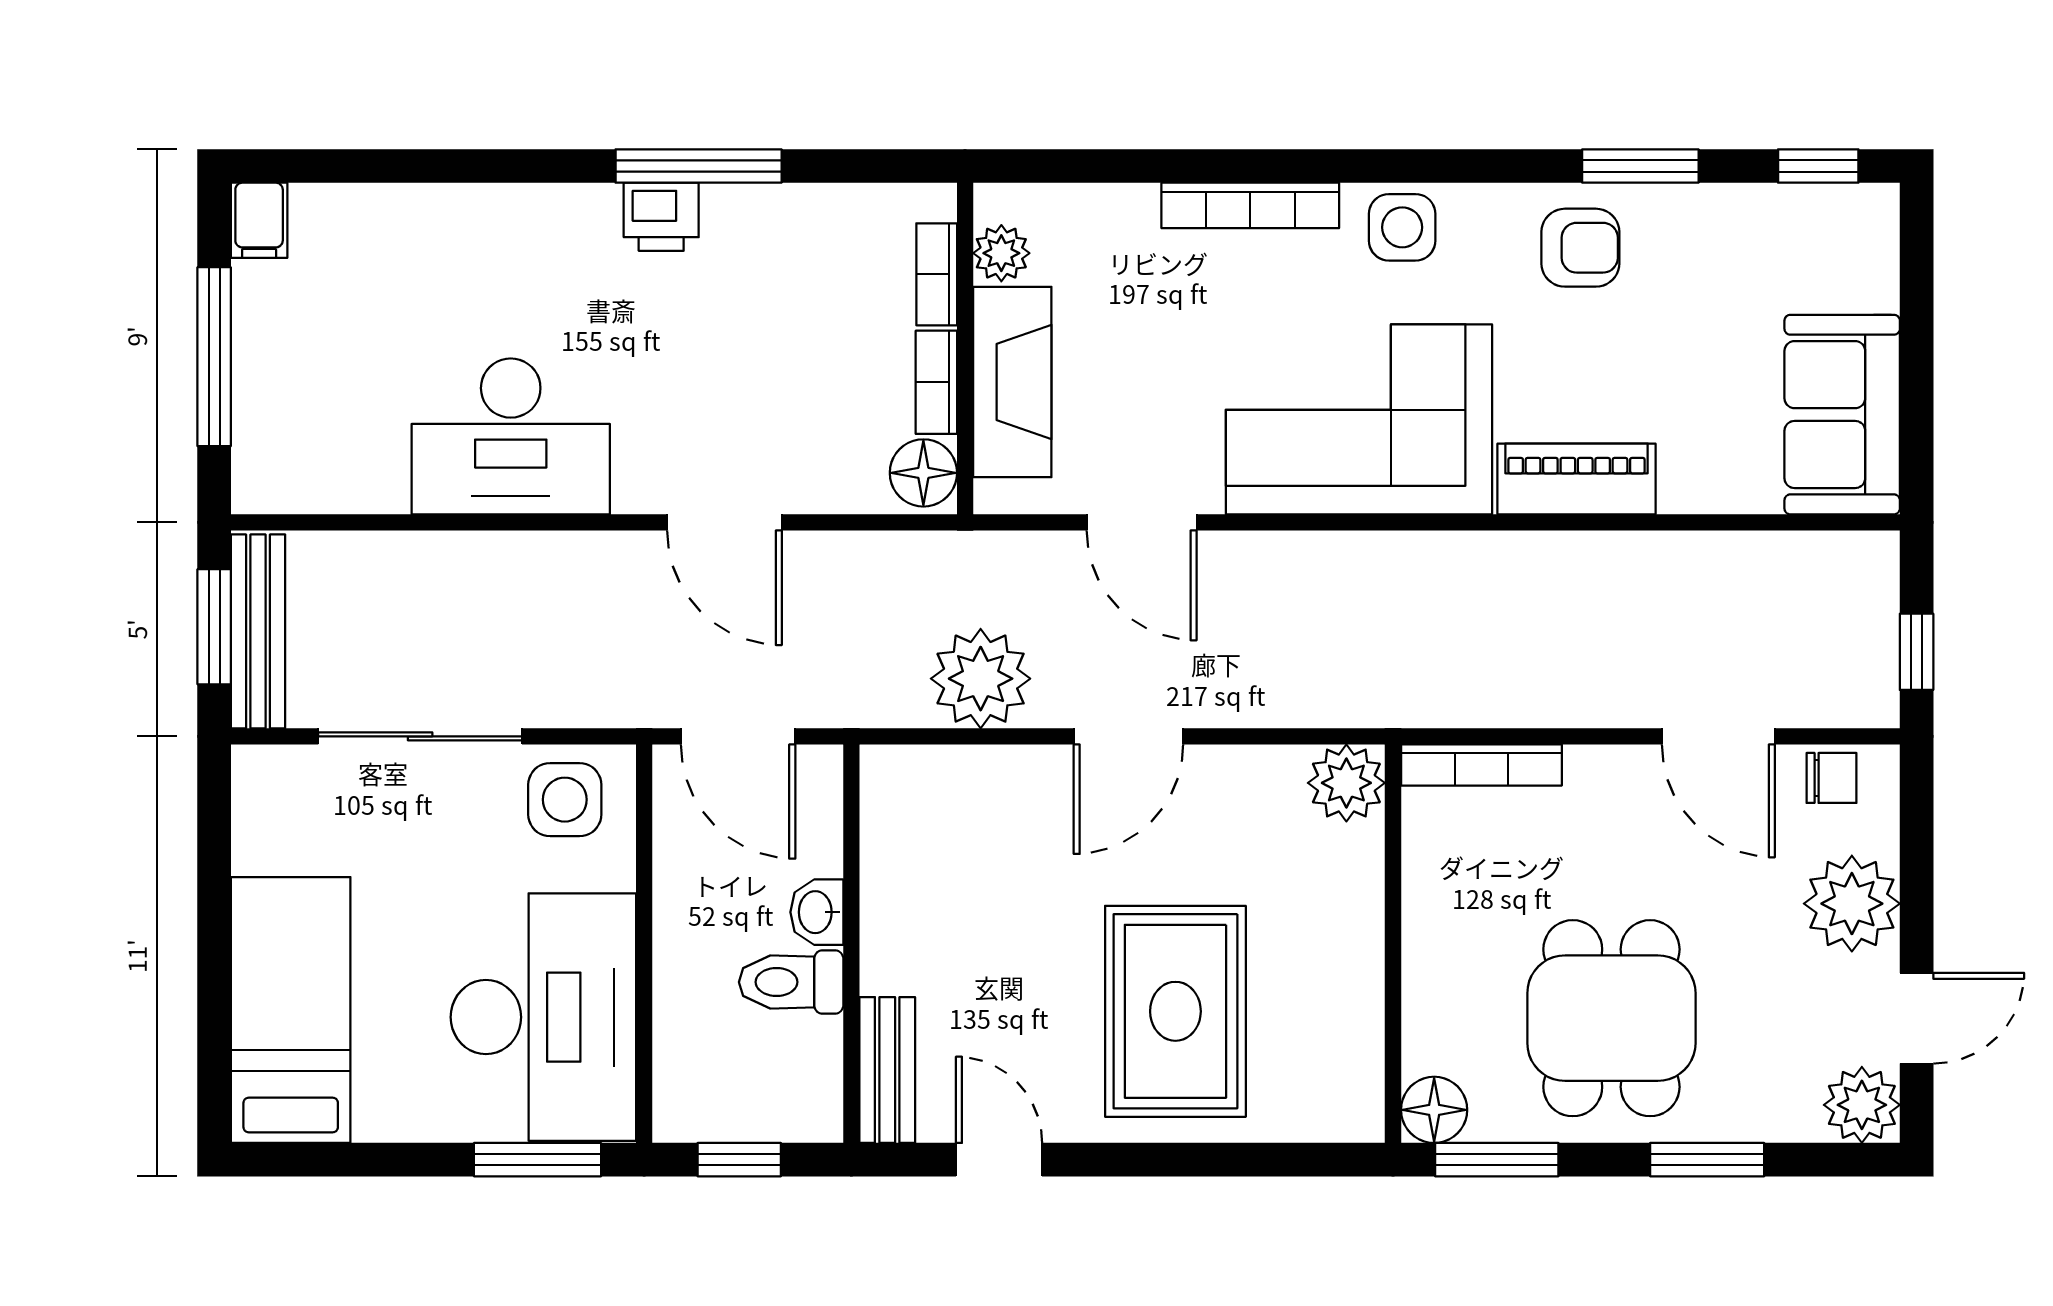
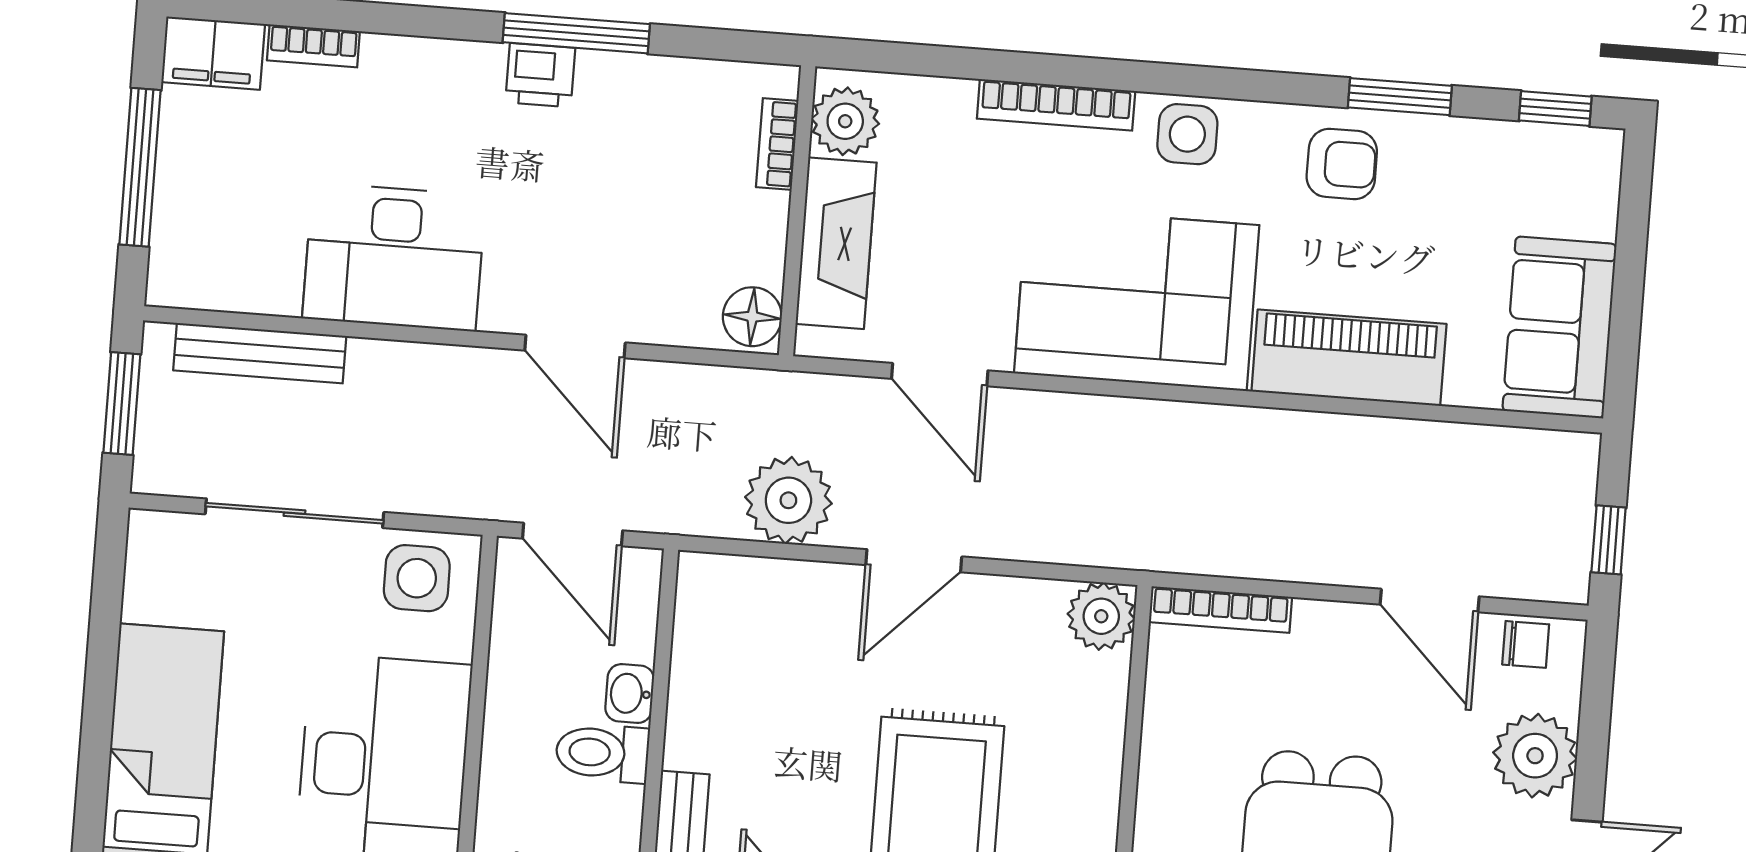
filing cabinet: (259, 220) -> (213, 53), width x2.00
plant: (1001, 253) -> (845, 121), width x1.38, depth x1.38
bookcase: (936, 382) -> (313, 46), moved, turned -90
piano: (1577, 479) -> (1349, 358), width x1.37, depth x1.33
bench: (258, 631) -> (260, 353), moved, turned 90

